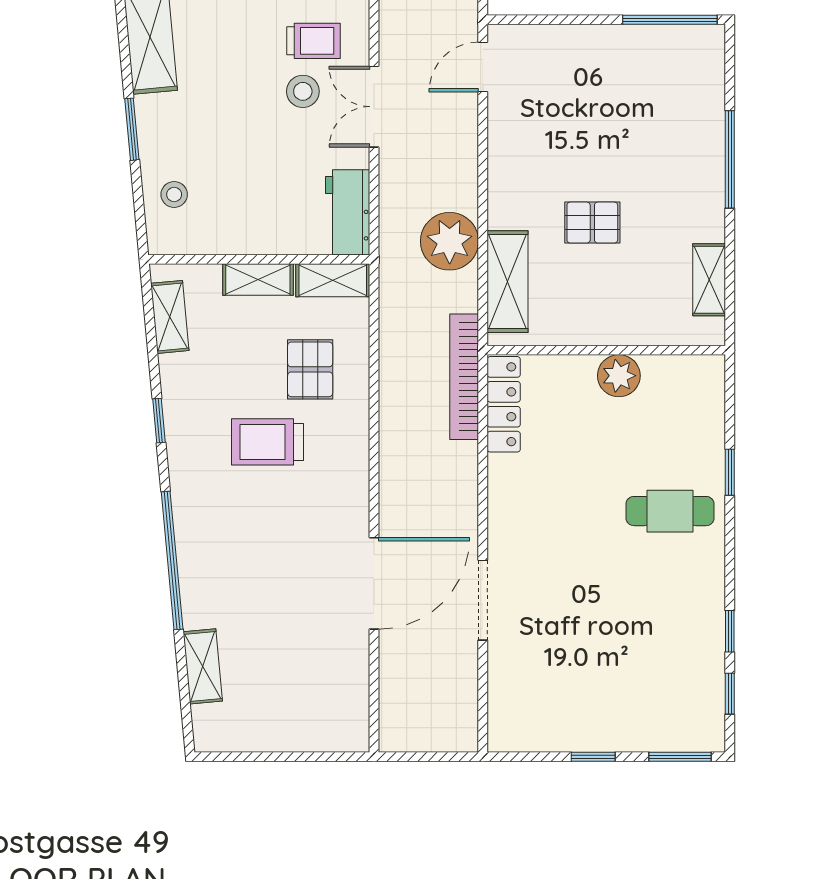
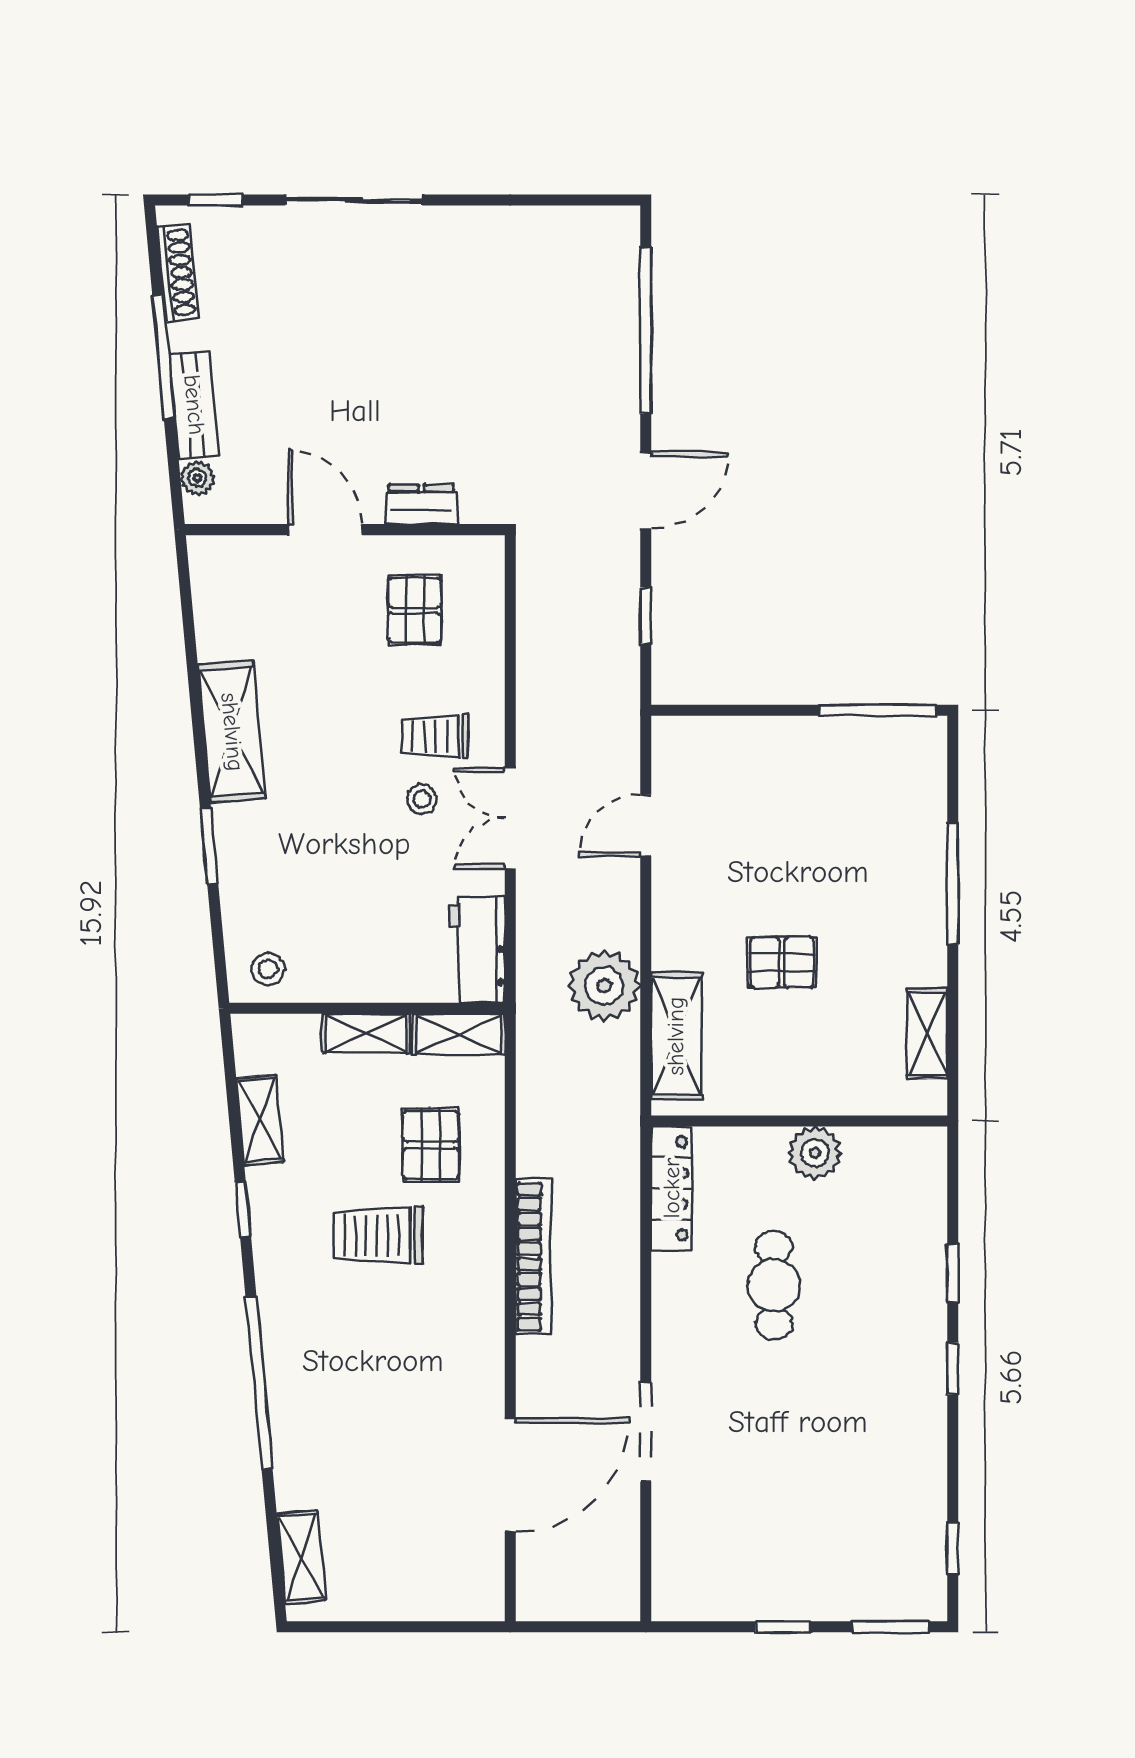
trolley: (313, 41) -> (435, 736), turned 180
door: (483, 67) -> (646, 826), moved
stool: (303, 91) -> (422, 799), width x0.73, depth x0.73
stool: (174, 194) -> (268, 969), moved
shelving: (170, 317) -> (260, 1120), moved
bookcase: (464, 377) -> (533, 1257), moved, turned 180
cafe table: (670, 511) -> (774, 1285), moved, turned 90
door: (374, 583) -> (510, 1475), moved
window: (730, 631) -> (953, 1369), moved
shelving: (203, 666) -> (301, 1557), moved

